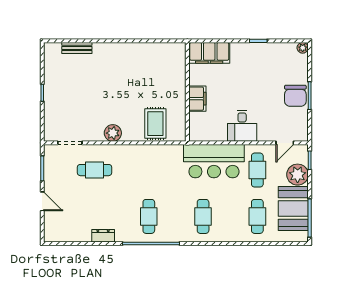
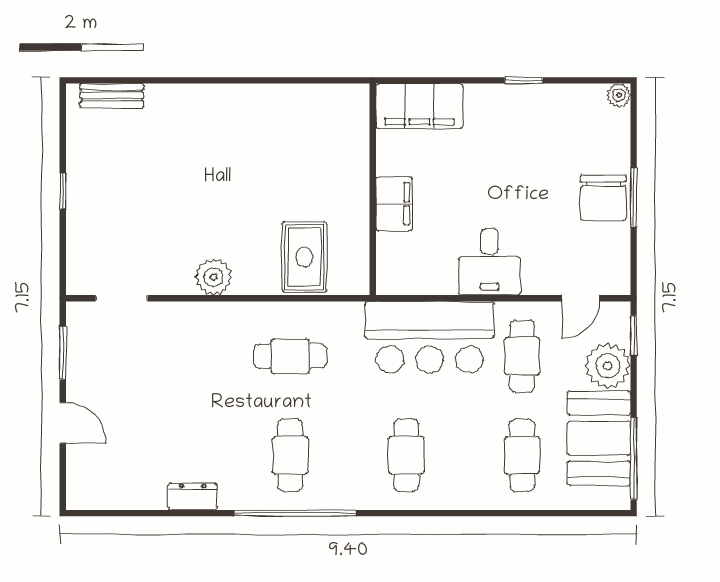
bench: (77, 48) -> (112, 96), moved
cafe table: (94, 170) -> (290, 356), moved

